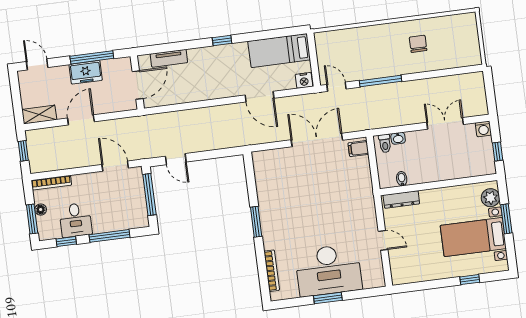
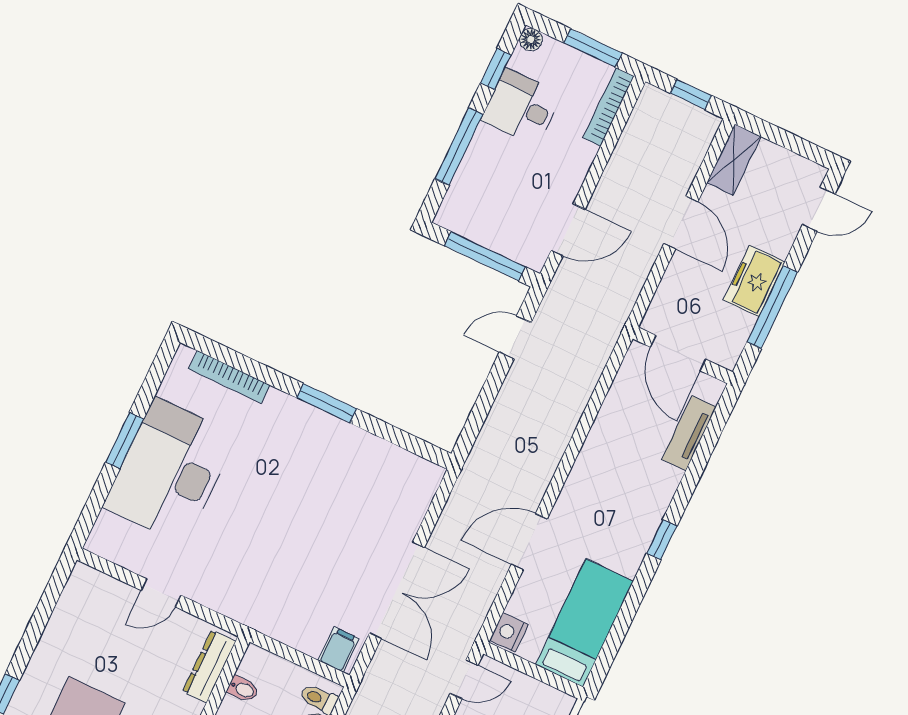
floor lamp: (41, 210) -> (531, 40), moved
window: (32, 219) -> (593, 48), moved

